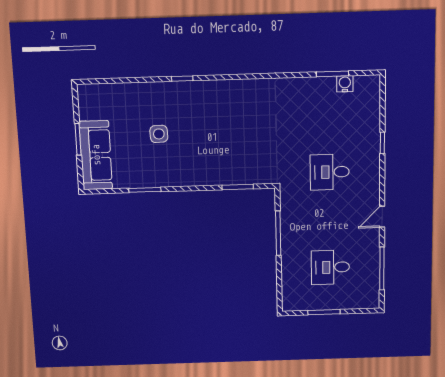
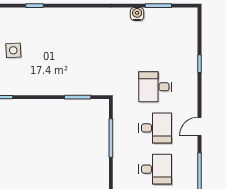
water cooler: (345, 84) -> (137, 14), moved
desk: (330, 220) -> (155, 128), added
desk: (330, 267) -> (155, 169), turned 180

